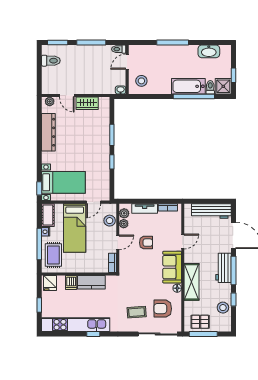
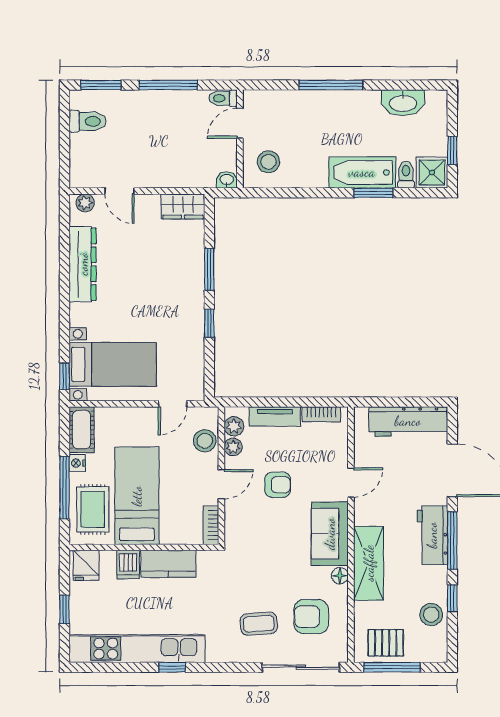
window: (194, 96) -> (373, 193), width x0.47
wardrobe: (87, 103) -> (183, 206), moved
bed: (75, 228) -> (137, 496), moved, turned 180

